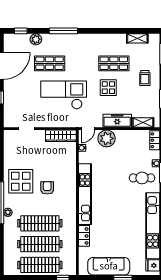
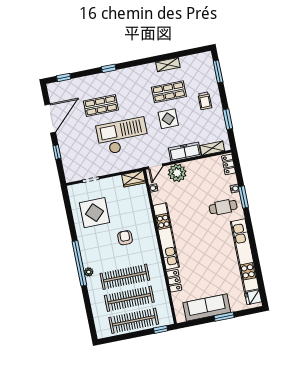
window: (63, 31) -> (109, 68), width x0.46
shelving: (137, 38) -> (168, 65), moved
plant: (36, 39) -> (81, 83), removed
wardrobe: (61, 136) -> (134, 179), width x0.67
display table: (21, 181) -> (94, 213), moved

